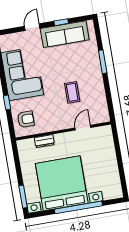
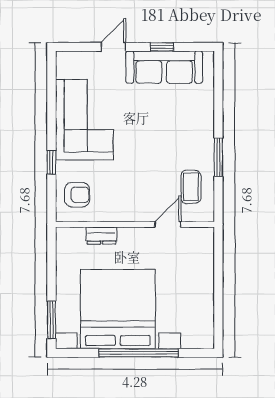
window: (103, 62) -> (218, 157), moved
coffee table: (72, 92) -> (191, 187), moved

